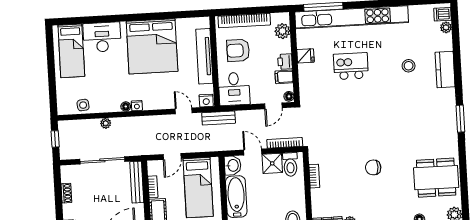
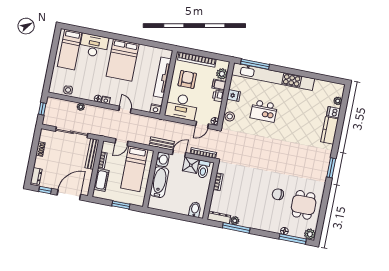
dishwasher: (443, 14) -> (333, 112), moved
bed: (152, 46) -> (123, 60), width x0.73
armchair: (238, 50) -> (187, 79), turned 90
kitchen island: (351, 66) -> (264, 111), turned 180
stool: (409, 66) -> (230, 116), moved
filing cabinet: (284, 77) -> (219, 85), moved
desk: (234, 89) -> (181, 107), width x1.37
door: (184, 111) -> (125, 110), moved
bench: (219, 118) -> (162, 143), moved
door: (253, 152) -> (179, 154), hinge flipped
chair: (373, 167) -> (278, 194), moved
dining table: (436, 178) -> (304, 205), width x0.73

